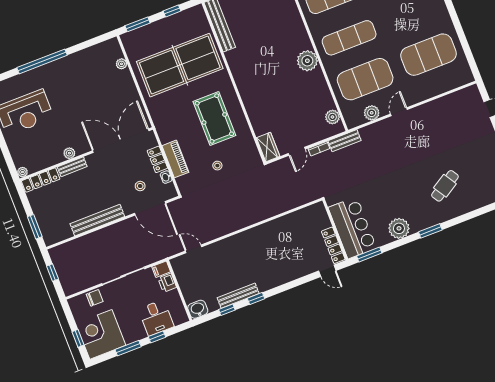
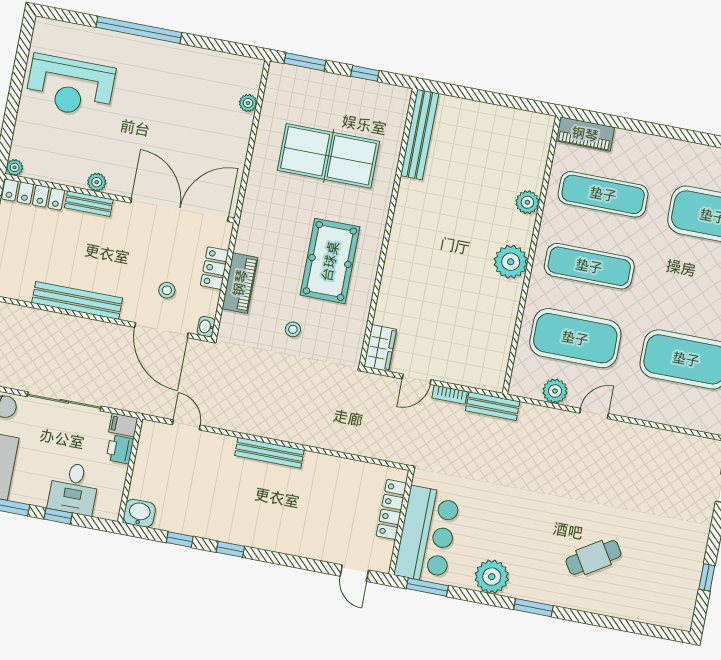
table tennis table: (180, 65) -> (328, 156), width x0.73, depth x0.76
plant: (332, 117) -> (527, 202), moved
washbasin: (166, 177) -> (206, 327), moved
locker: (333, 245) -> (391, 509), moved
bench: (238, 296) -> (269, 453), moved

